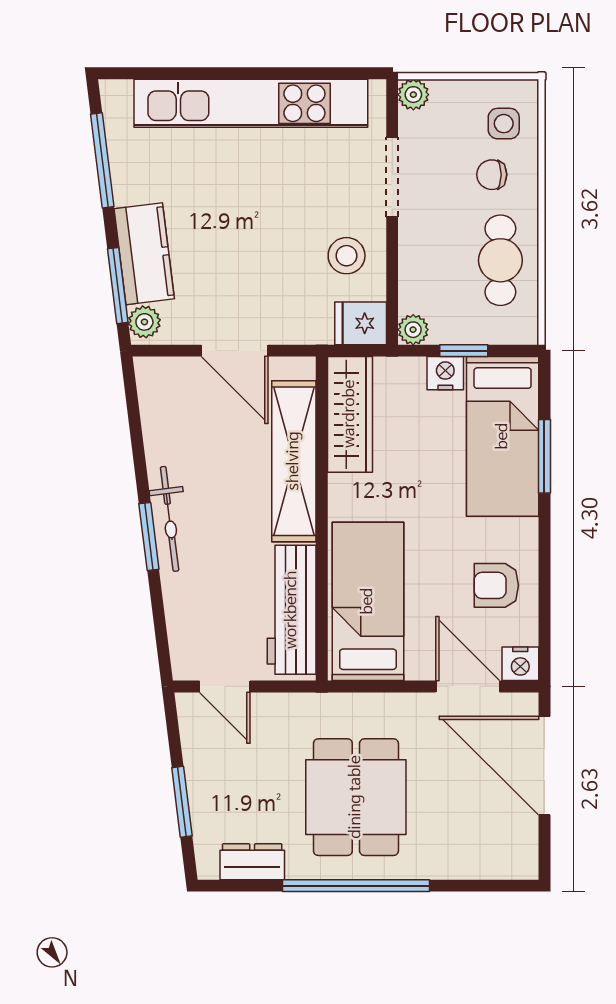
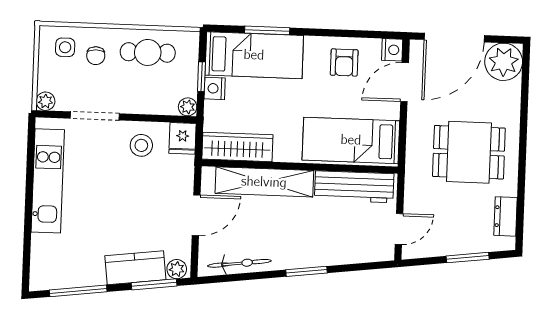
kitchen unit: (251, 103) -> (48, 181), width x0.73
bicycle: (170, 519) -> (239, 263), moved
plant: (507, 849) -> (504, 62), added
window: (356, 886) -> (522, 154), removed

